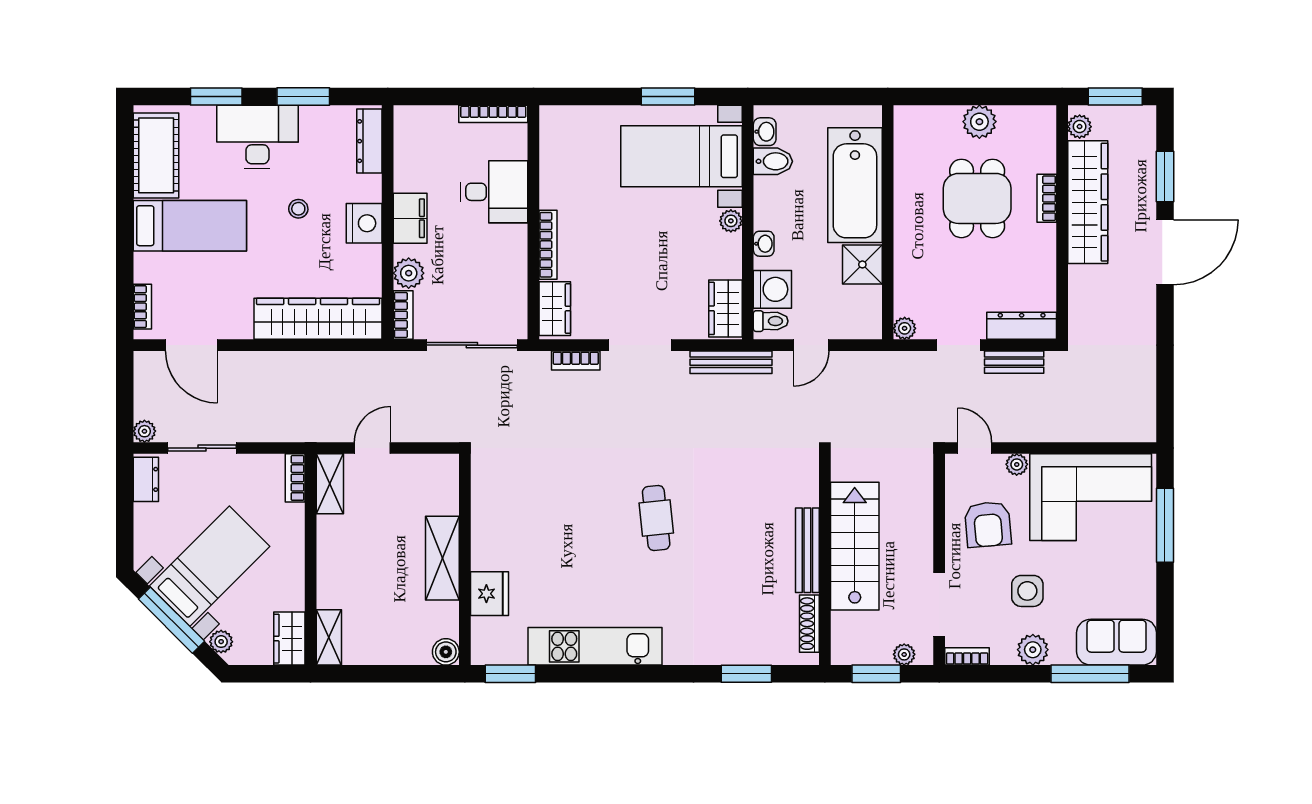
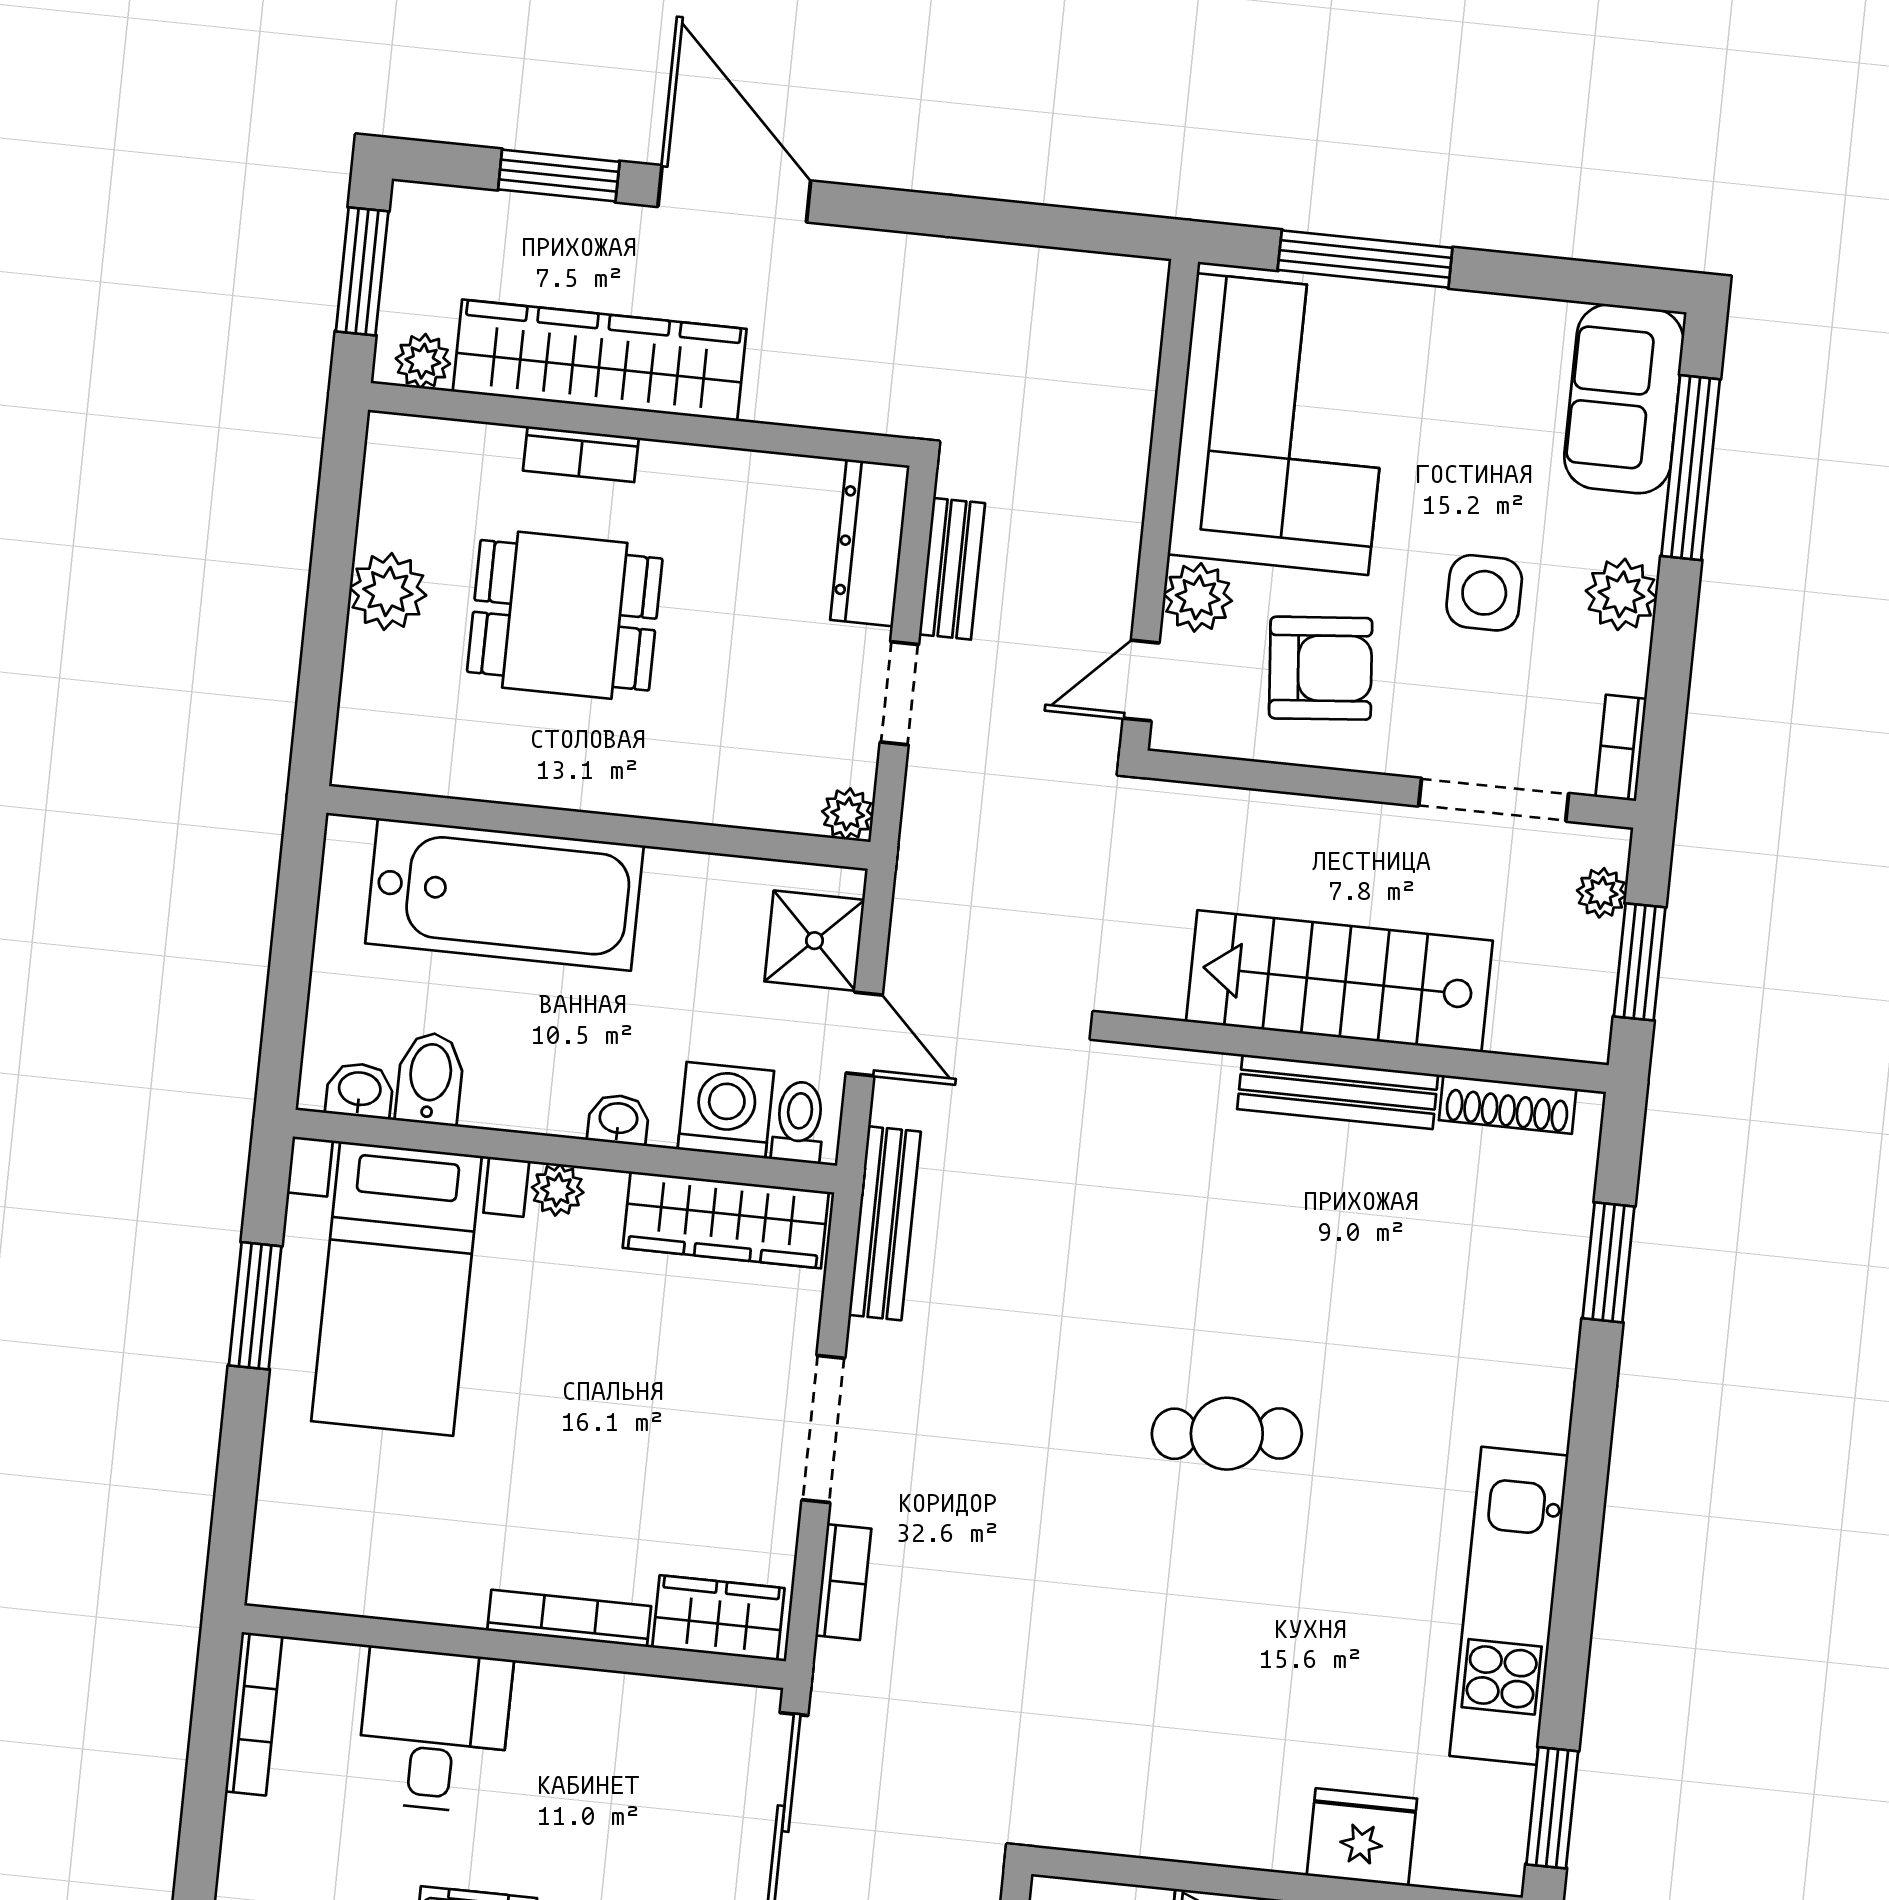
shower: (862, 264) -> (815, 941), moved
wardrobe: (725, 308) -> (726, 1220), width x1.50
plant: (1017, 464) -> (1198, 597), width x1.38, depth x1.38

